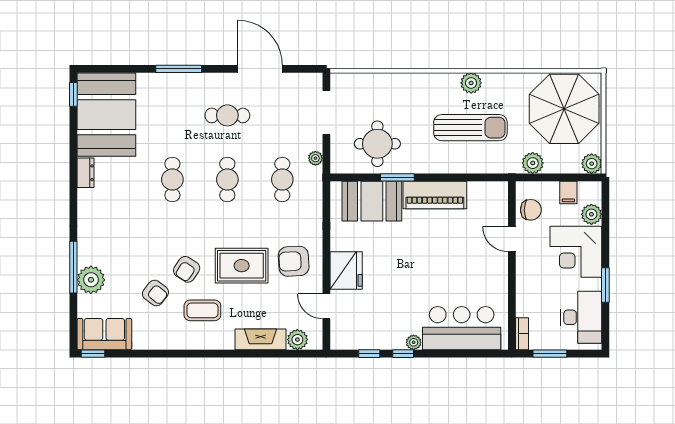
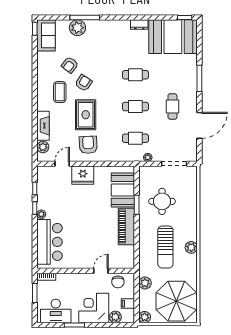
round table: (377, 144) -> (162, 201), moved
armchair: (187, 269) -> (83, 83), turned 90

